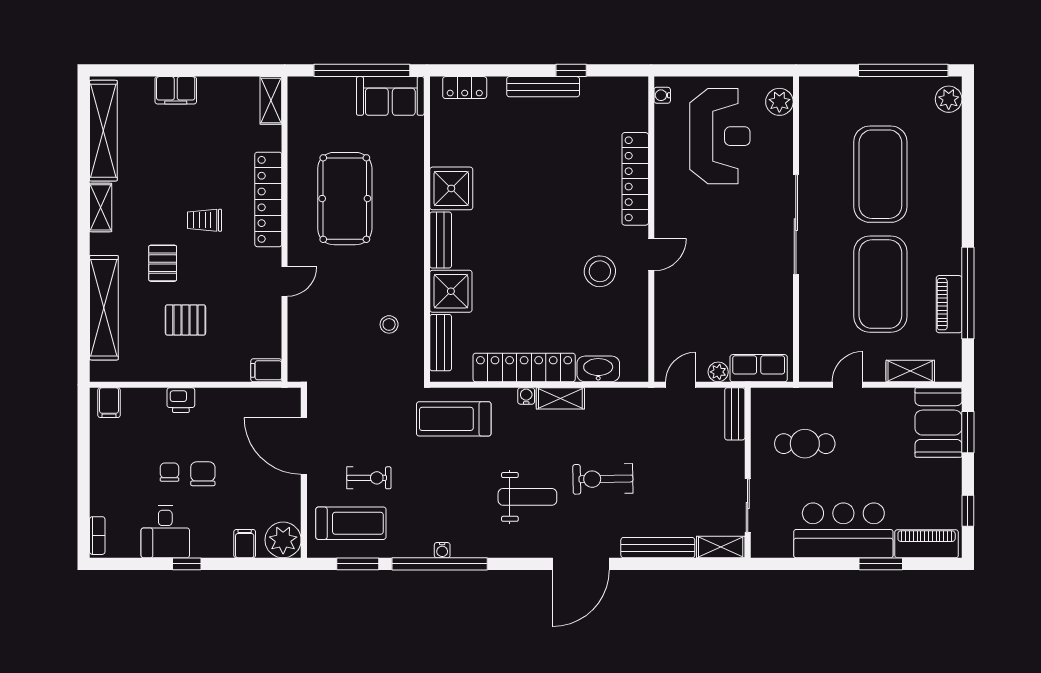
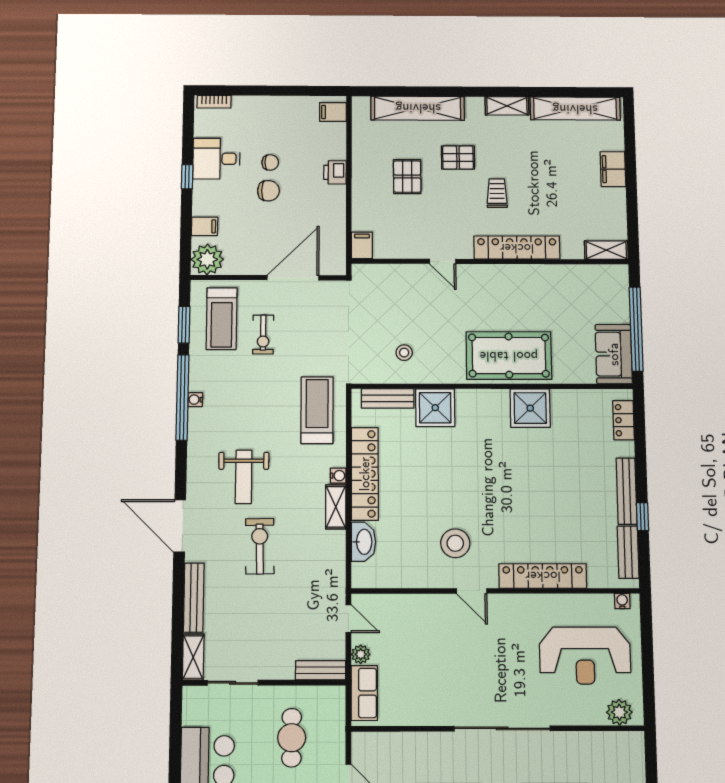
pool table: (345, 199) -> (509, 356), moved
bench: (441, 240) -> (628, 552), moved, turned 90

